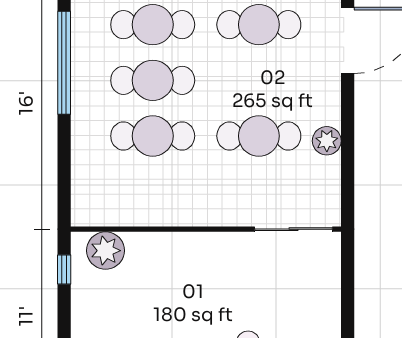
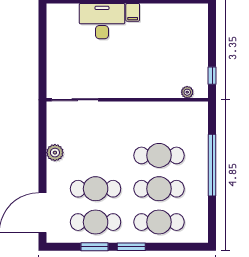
window: (64, 63) -> (212, 165), moved
cafe table: (259, 136) -> (96, 189), moved
plant: (106, 251) -> (187, 92), width x0.53, depth x0.53

